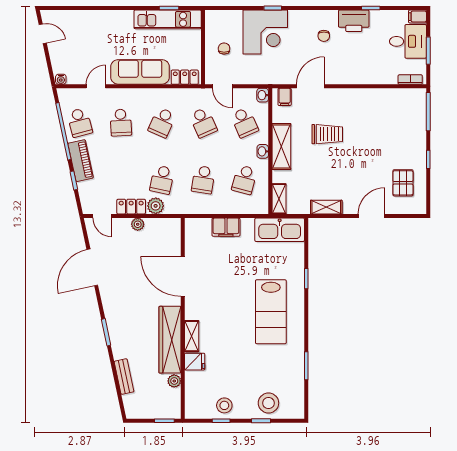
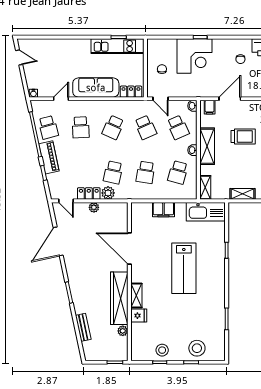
lab bench: (271, 312) -> (184, 268), moved

